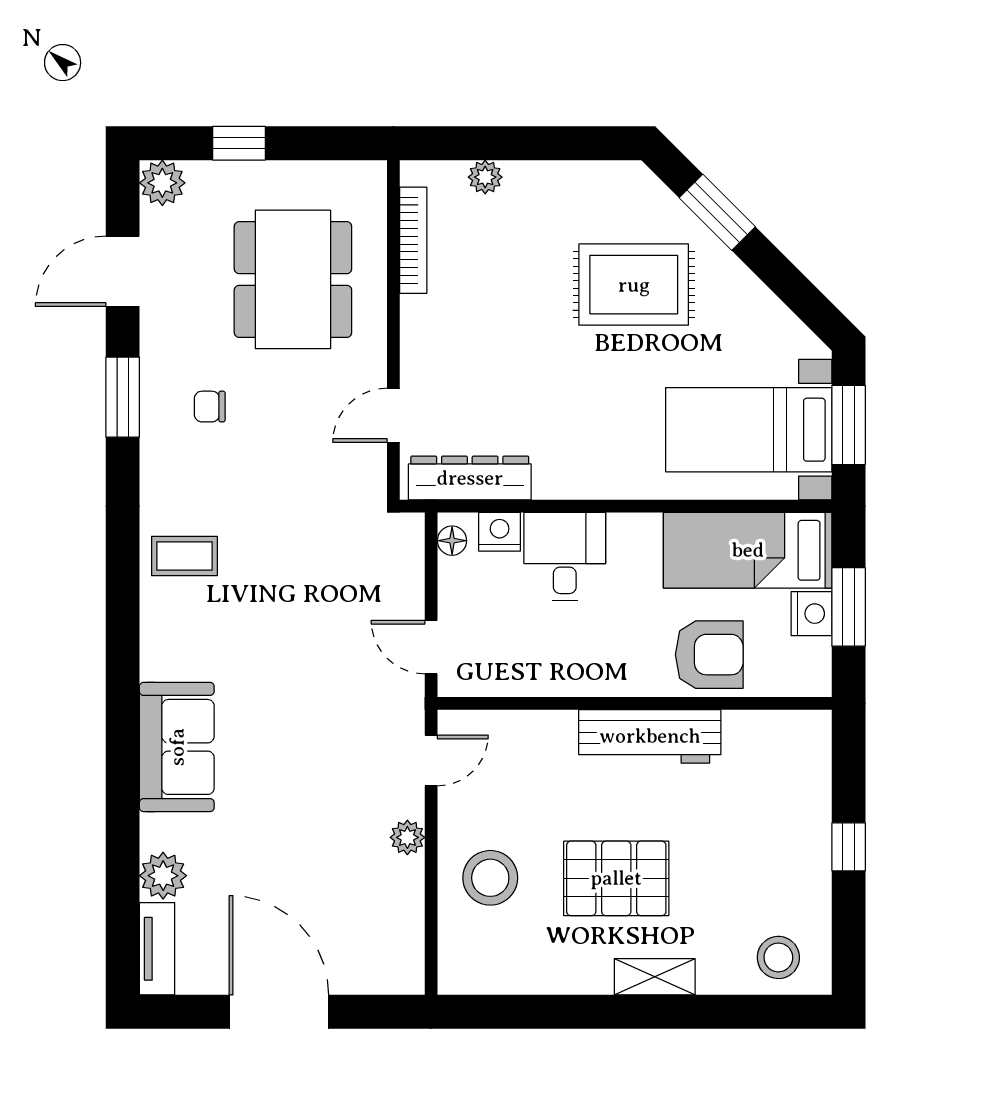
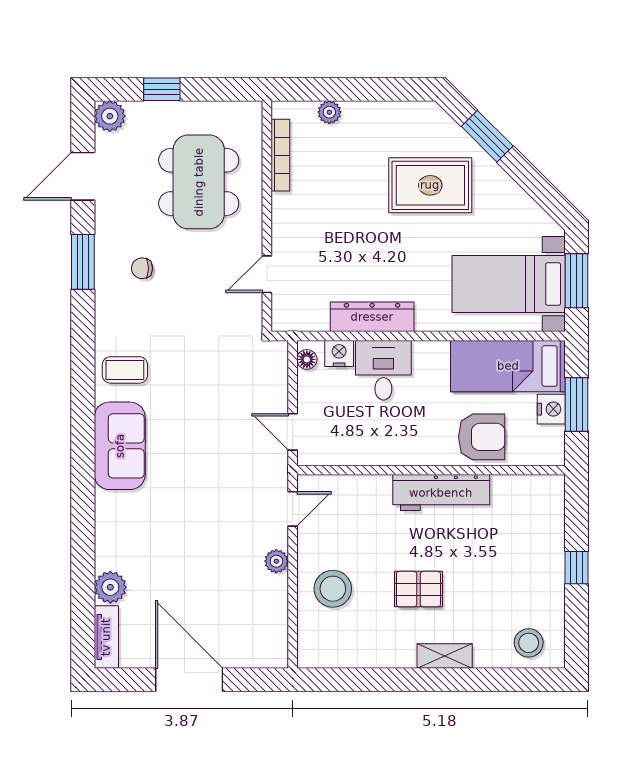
dresser: (470, 478) -> (372, 317), moved
sofa: (177, 747) -> (120, 446), moved
pallet: (616, 878) -> (418, 589), width x0.67, depth x0.71

